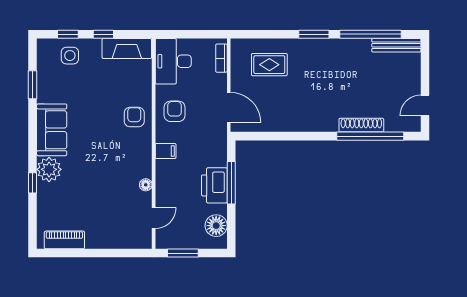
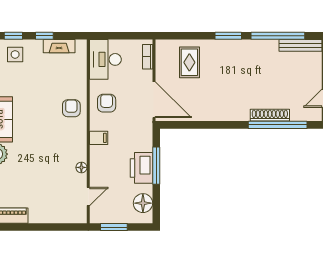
fireplace: (127, 49) -> (59, 46), width x0.73, depth x0.76
rug: (269, 65) -> (189, 62), turned 90
door: (229, 107) -> (154, 100), width x1.36

